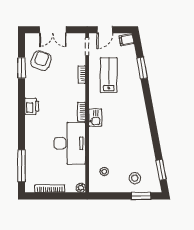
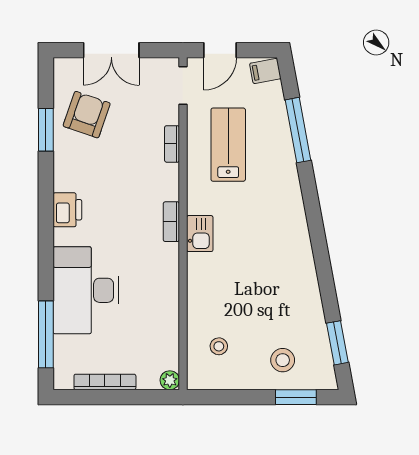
window: (142, 68) -> (298, 130), width x1.44
desk: (70, 143) -> (86, 290), moved, turned 180

